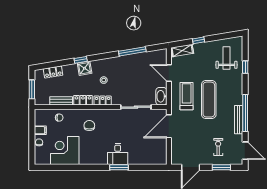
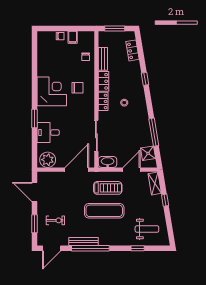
shower: (85, 68) -> (148, 153), moved
door: (169, 126) -> (77, 170), hinge flipped
corner desk: (65, 151) -> (52, 91), moved
desk: (118, 154) -> (48, 132), moved
plant: (159, 155) -> (48, 160), added

